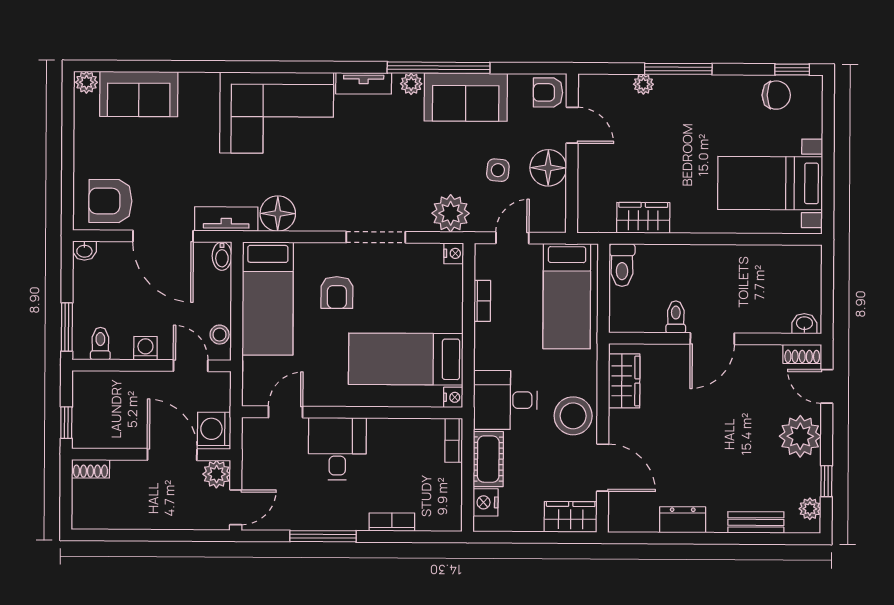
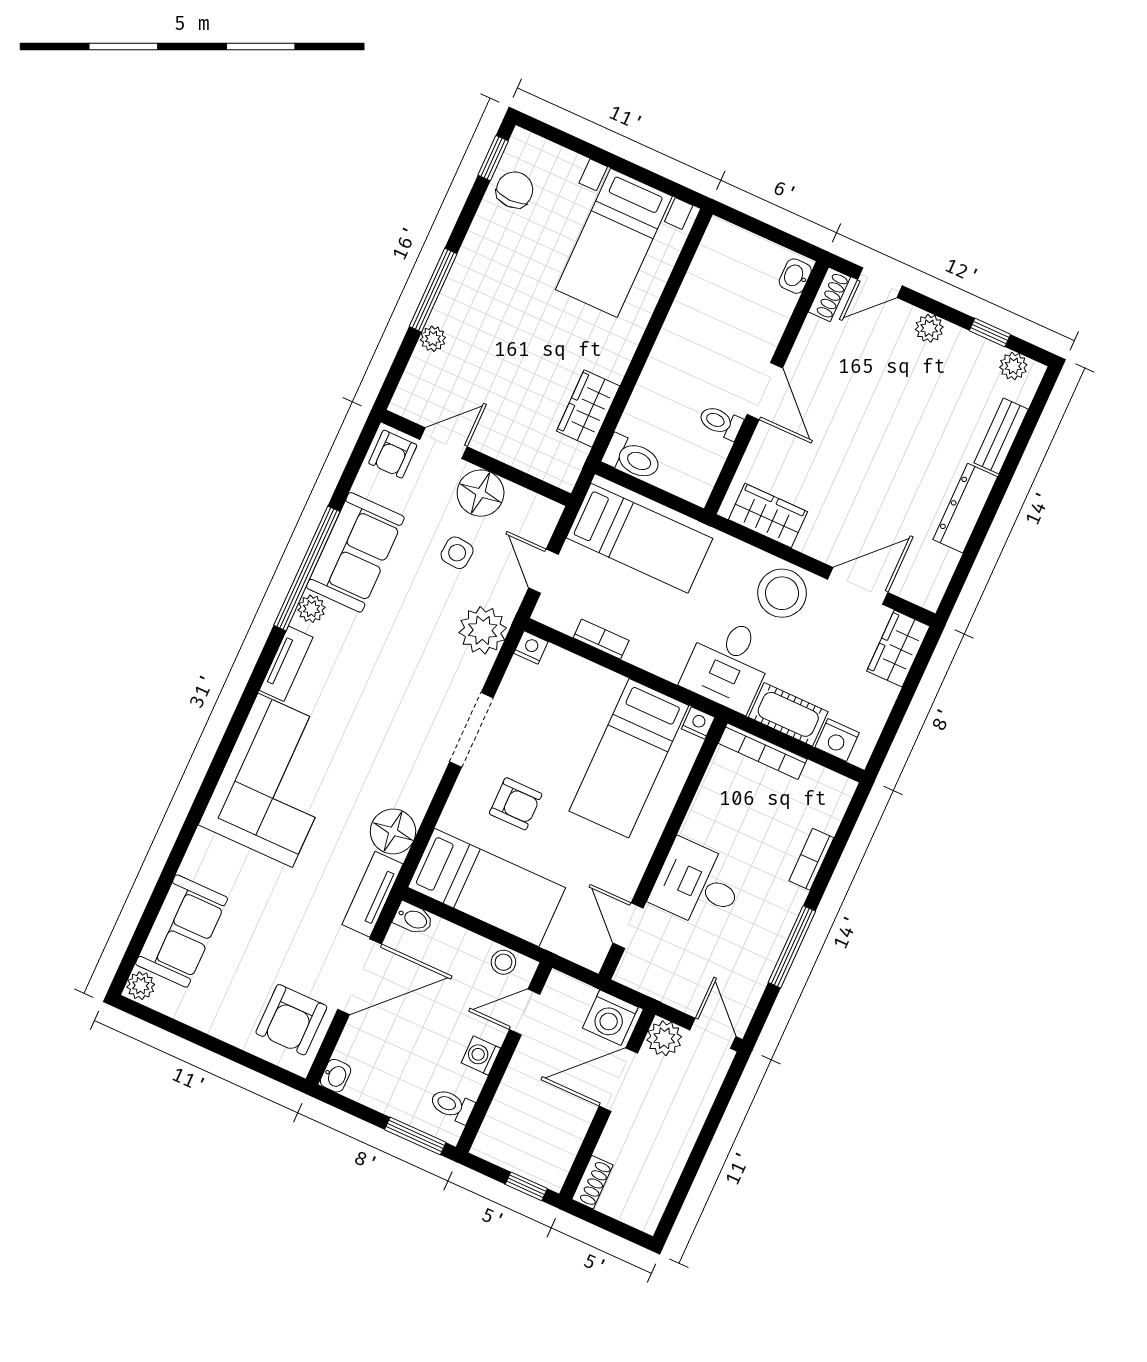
plant: (800, 436) -> (929, 328), width x0.53, depth x0.53
bookcase: (454, 440) -> (763, 751), width x1.56
dresser: (683, 520) -> (965, 508), width x1.44

